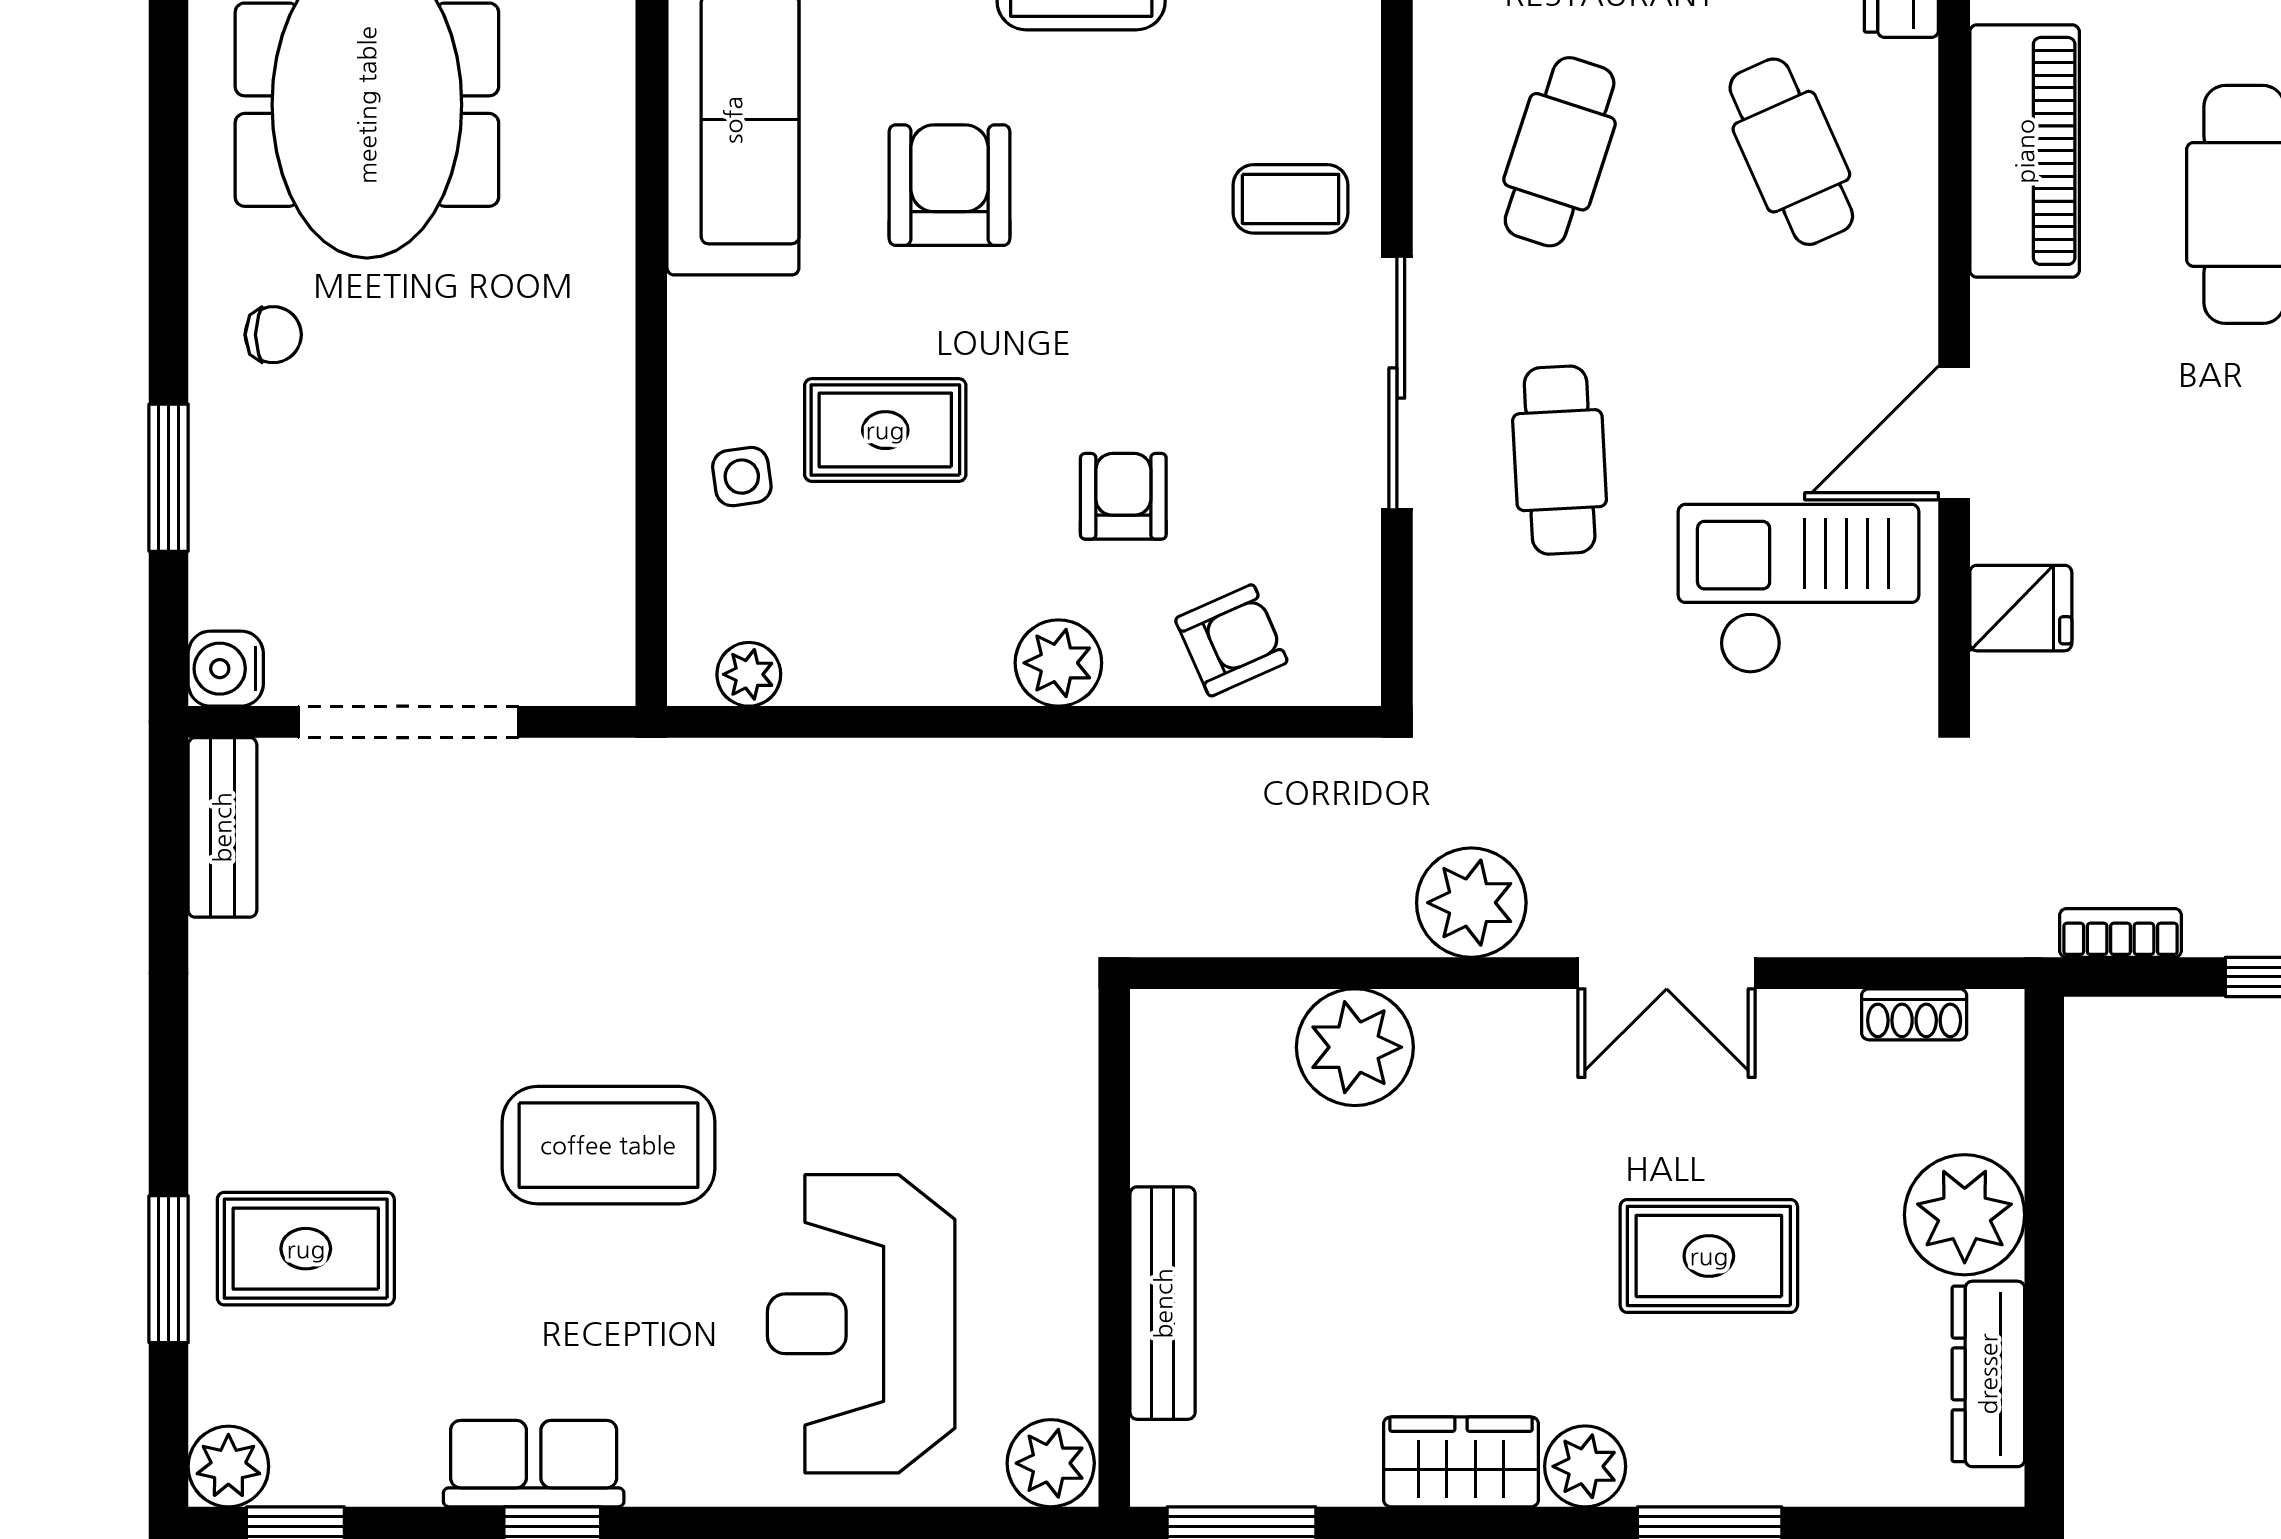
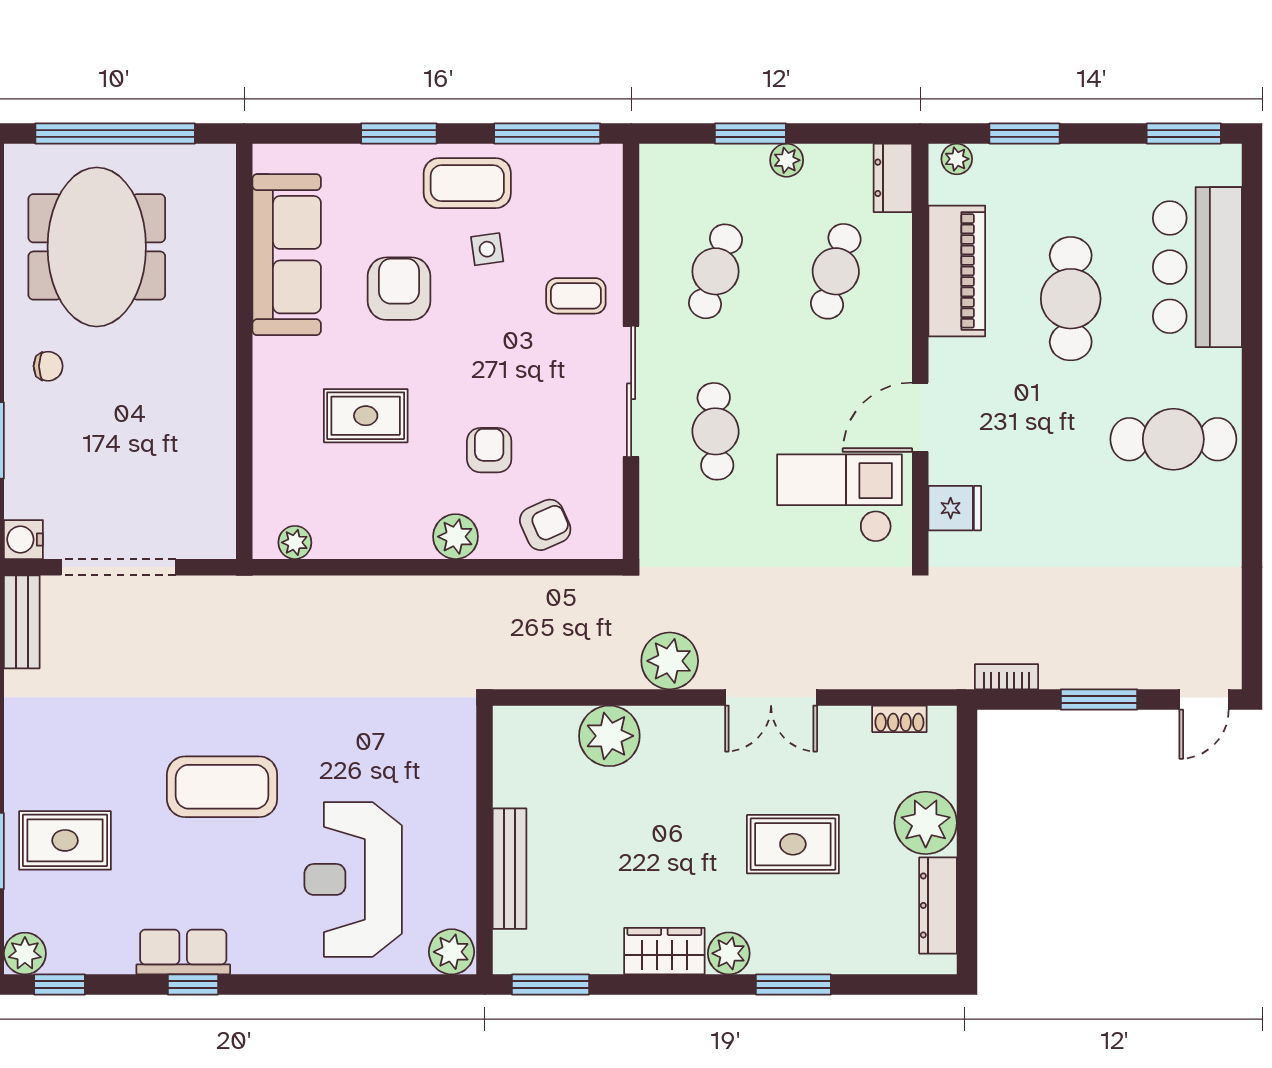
cafe table: (1791, 152) -> (836, 271), turned 39
side table: (742, 477) -> (487, 249), moved

